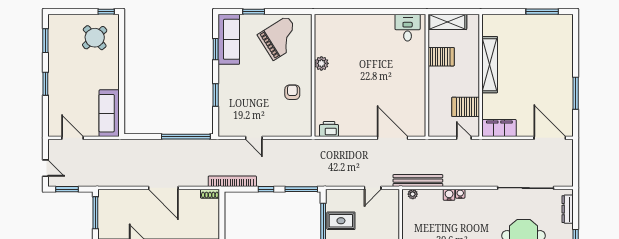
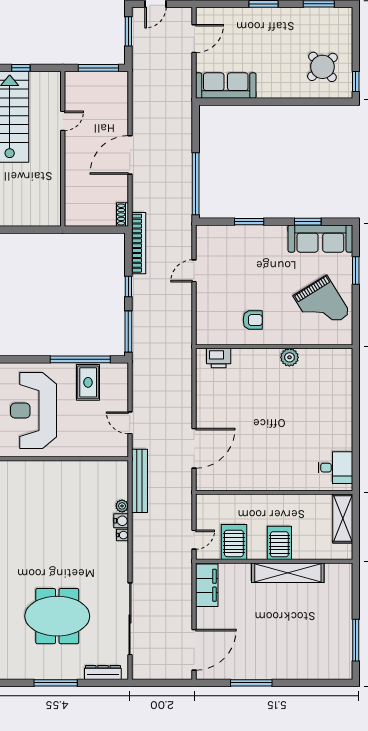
server rack: (441, 57) -> (279, 543), moved, turned 180
printer: (329, 129) -> (219, 358), moved, turned 90
plant: (413, 194) -> (122, 506), moved

